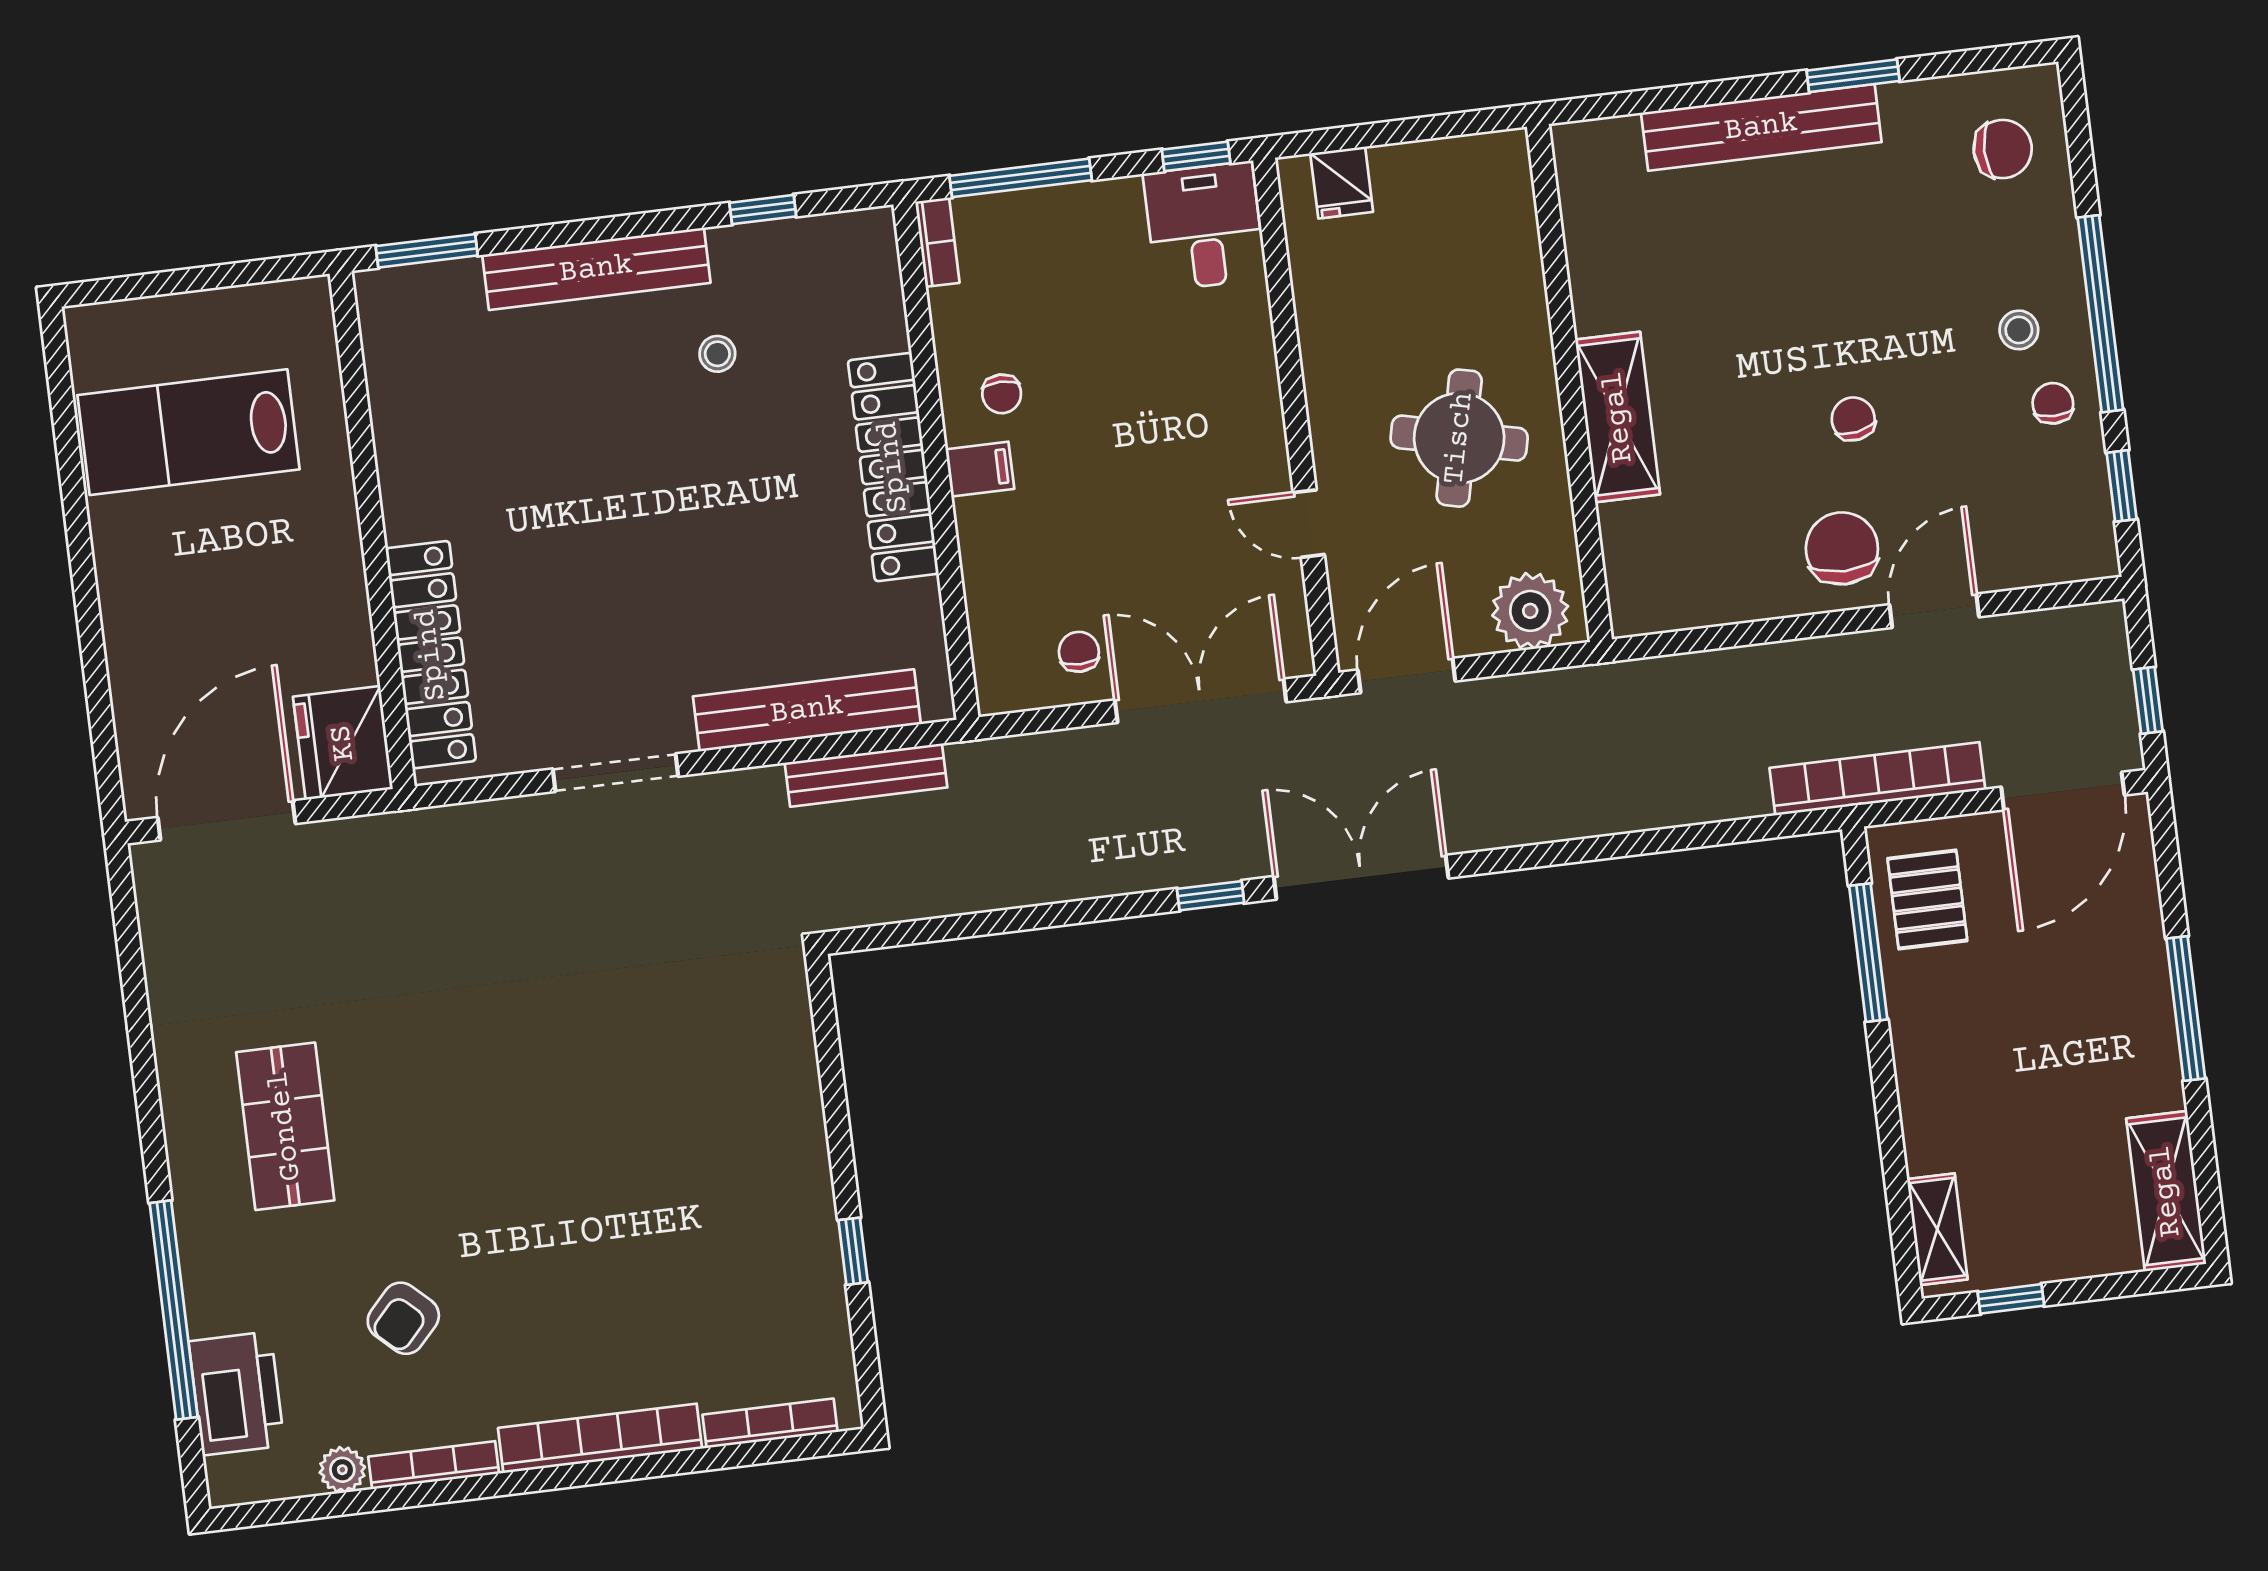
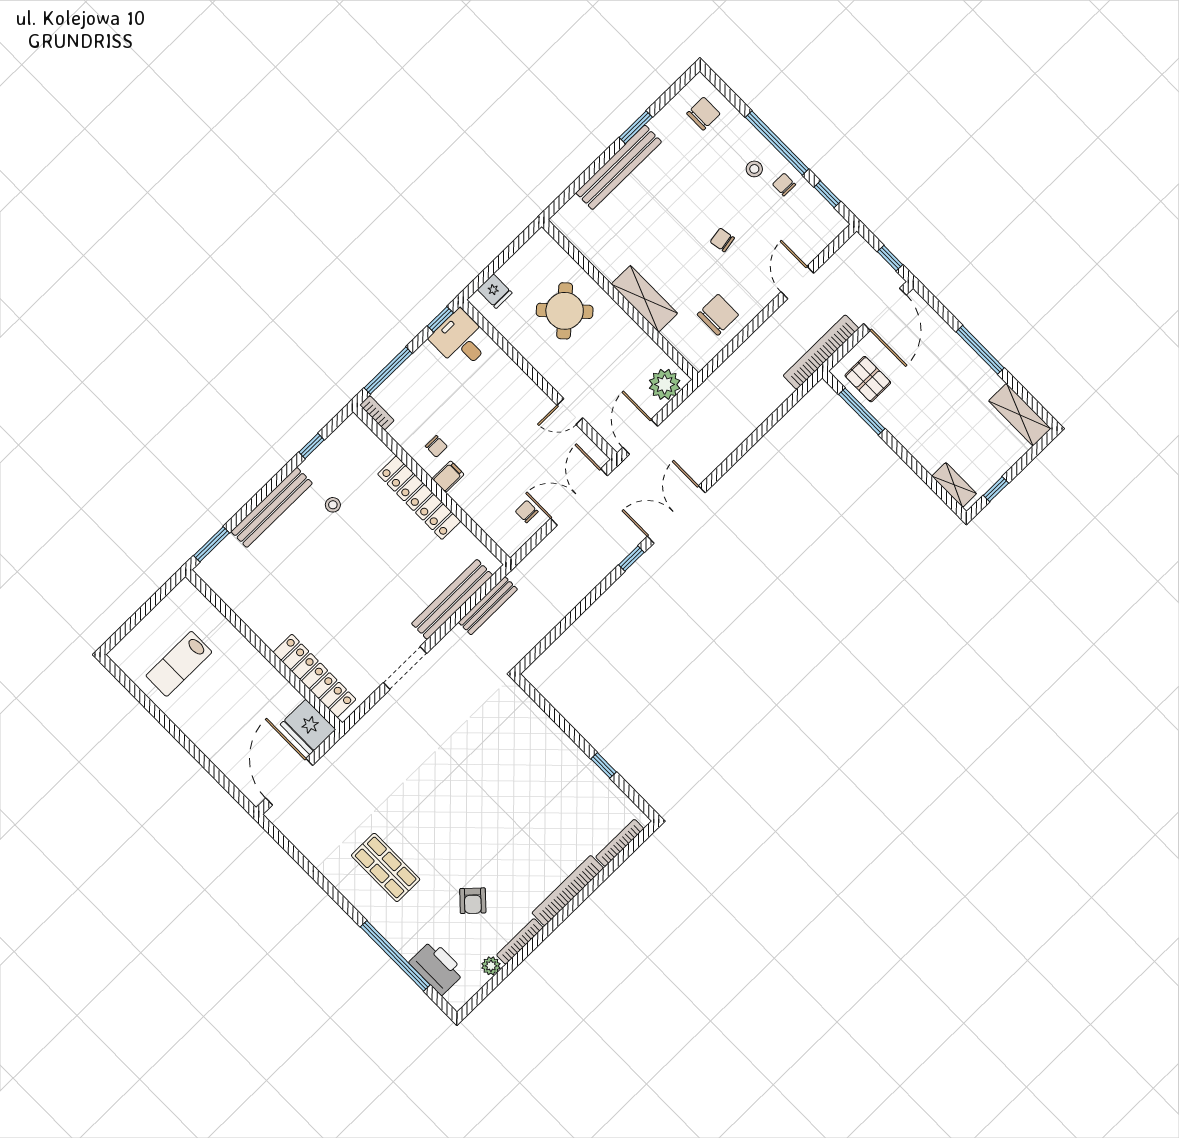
lab bench: (189, 432) -> (179, 664), width x0.73, depth x0.72
round table: (1459, 438) -> (565, 311), moved, turned 34
chair: (1842, 548) -> (718, 315), moved, turned 90

